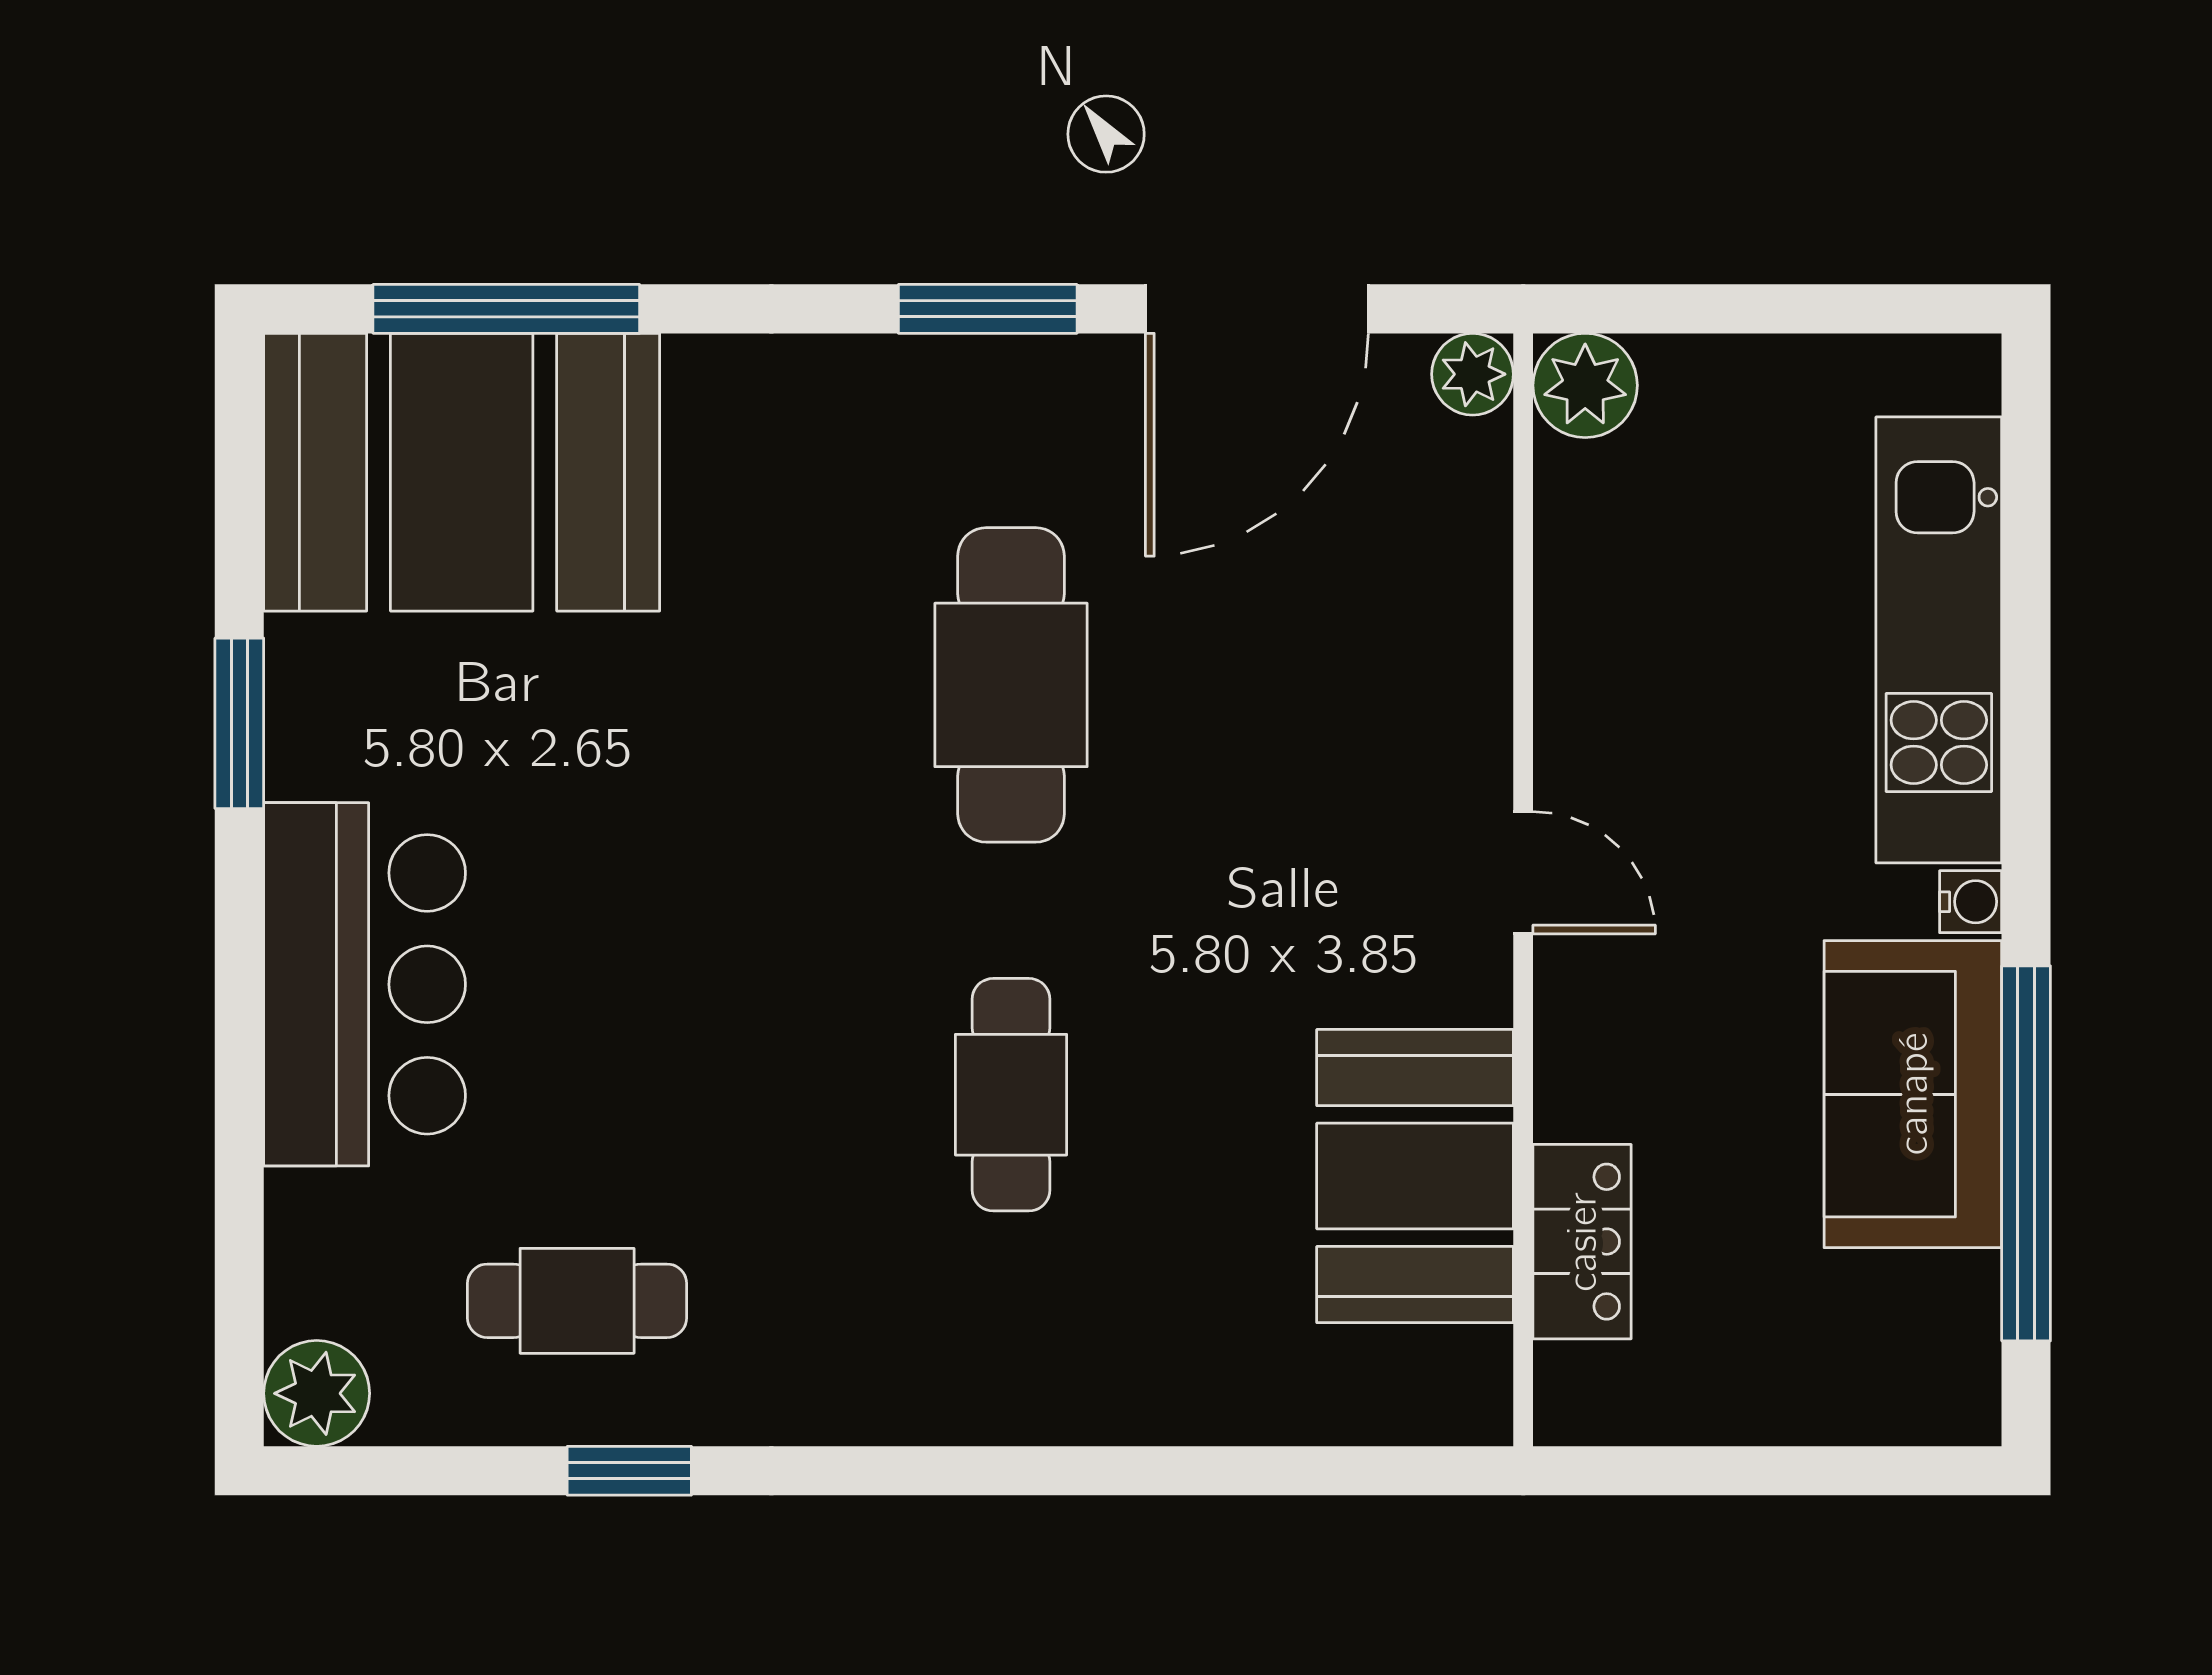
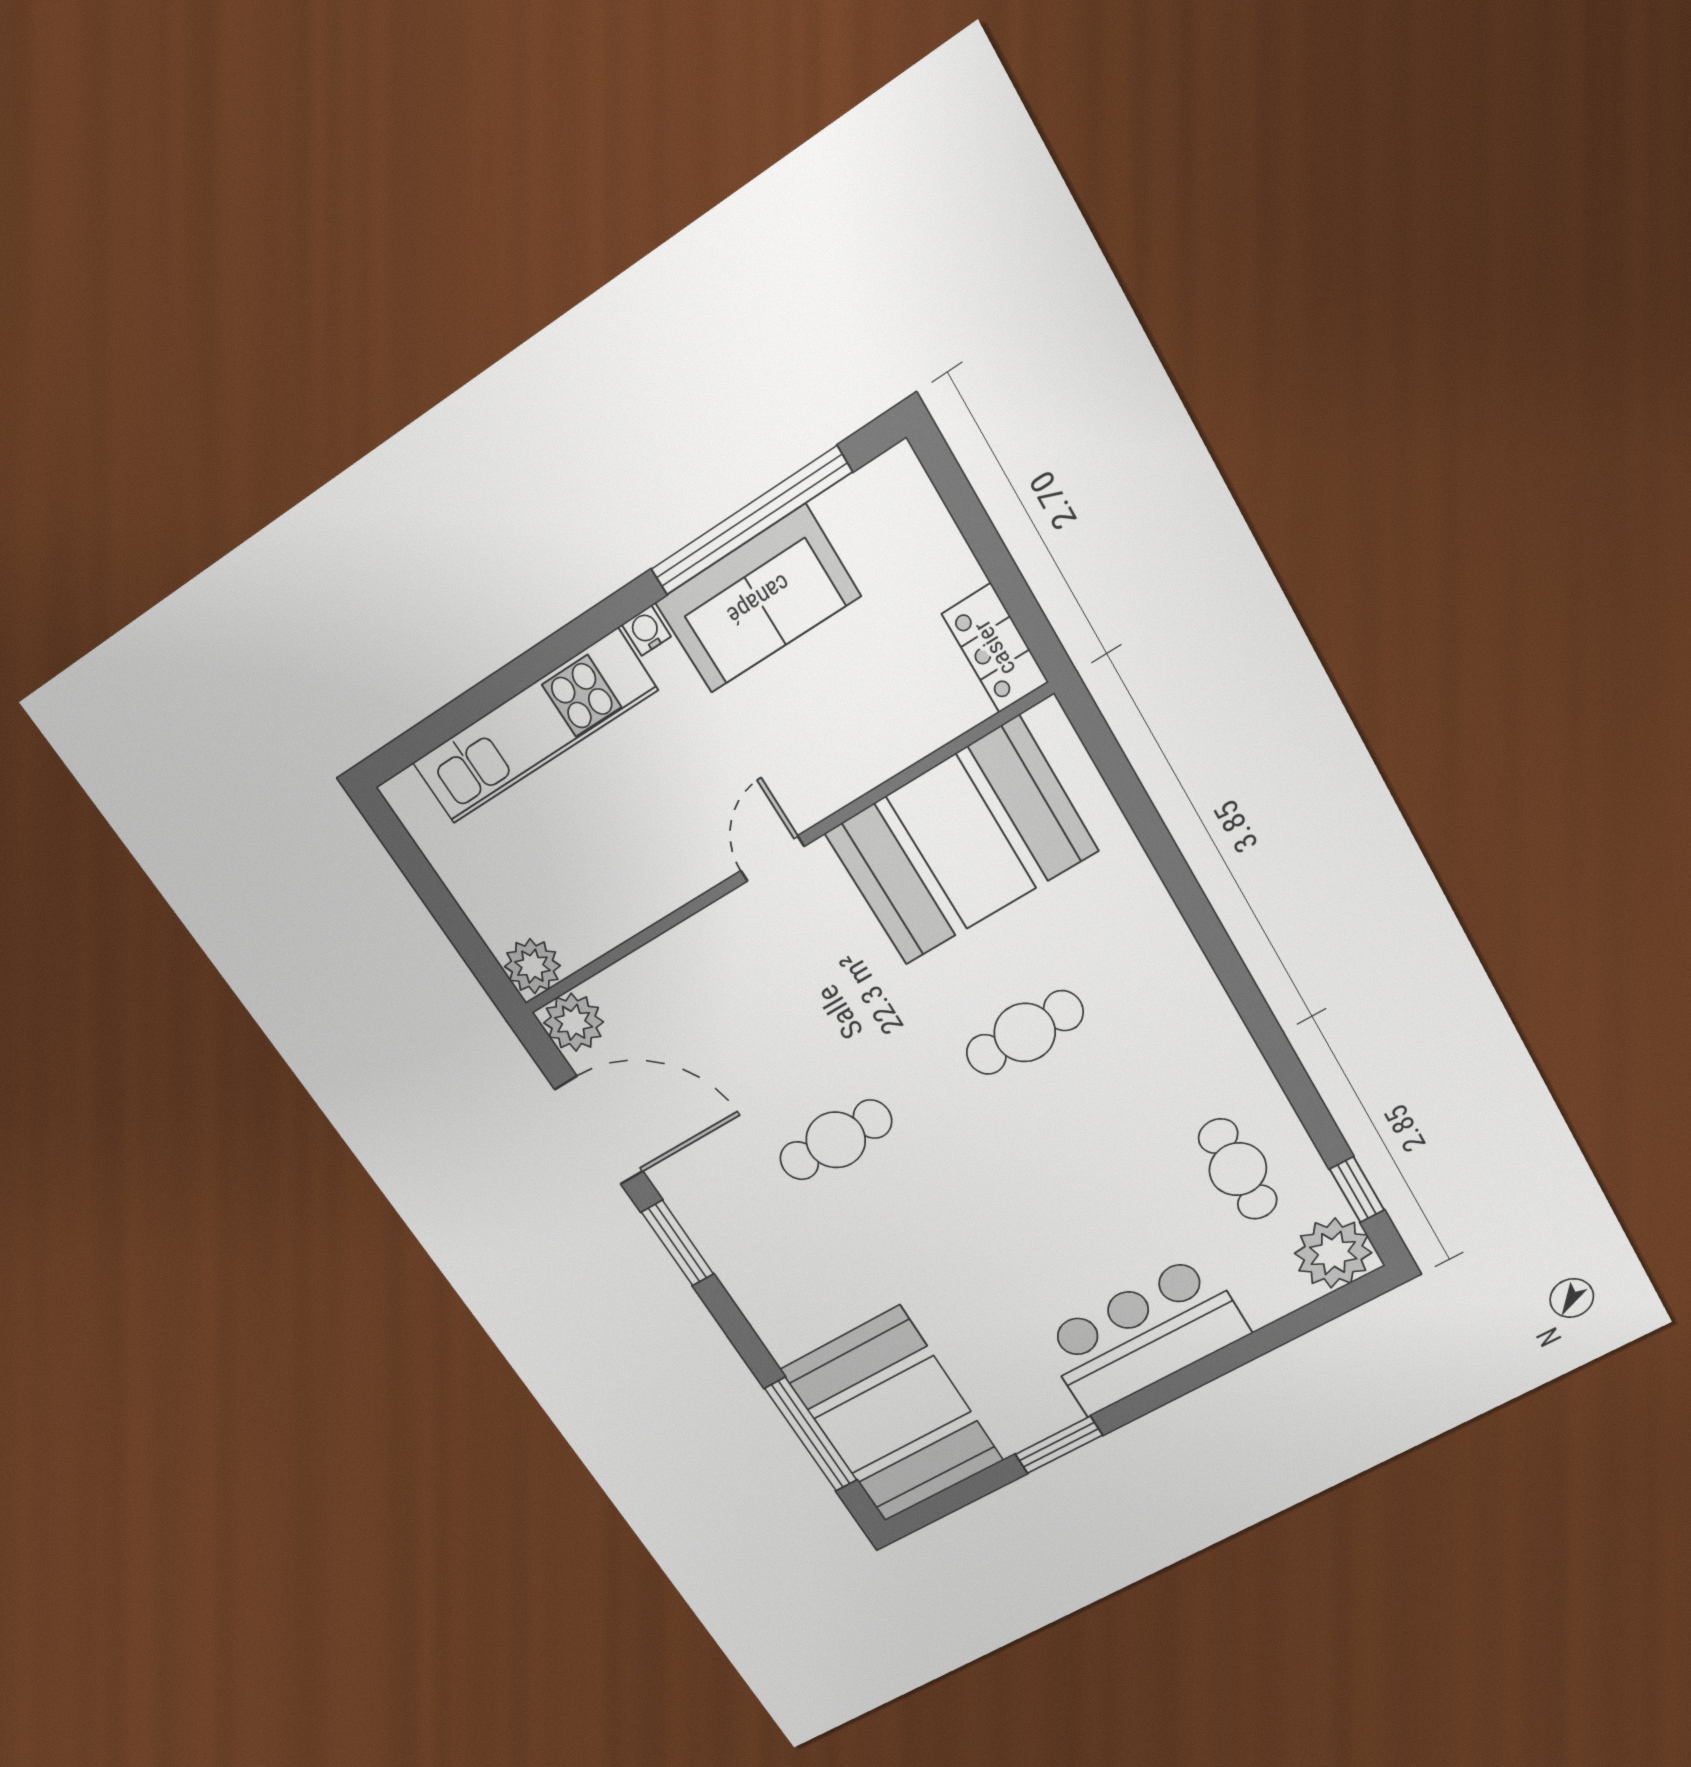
plant: (1473, 374) -> (574, 1022), width x1.38, depth x1.38
cafe table: (1011, 685) -> (836, 1140), width x0.73, depth x0.74
booth: (1415, 1176) -> (961, 842), width x1.36, depth x1.42
locker: (1582, 1242) -> (995, 648), moved, turned -90
plant: (317, 1393) -> (1333, 1253), width x1.36, depth x1.36
window: (629, 1471) -> (1357, 1190), moved

